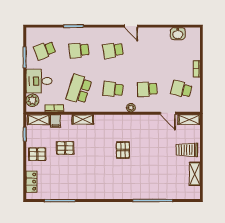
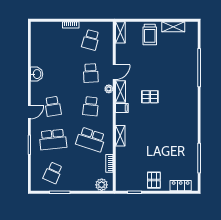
door: (131, 26) -> (29, 112), moved
washbasin: (178, 34) -> (37, 74), moved
school desk: (45, 50) -> (53, 173), turned 45
school desk: (79, 50) -> (53, 139), width x1.85
desk: (39, 81) -> (83, 178), removed
door: (168, 113) -> (114, 72), moved
shelving: (39, 120) -> (120, 92), moved
filing cabinet: (56, 121) -> (122, 108), moved
pallet: (65, 148) -> (148, 153), removed

